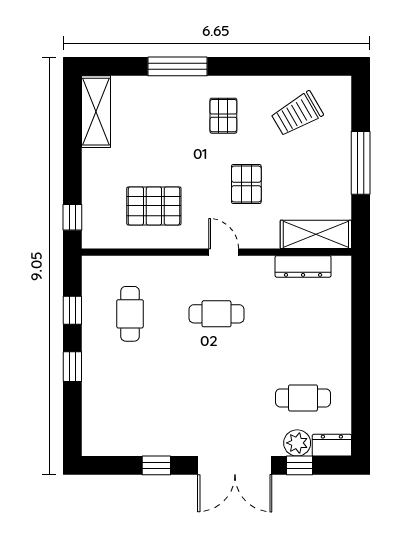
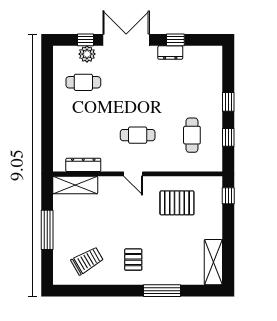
pallet: (246, 184) -> (119, 217), removed
dresser: (332, 445) -> (170, 53), moved

